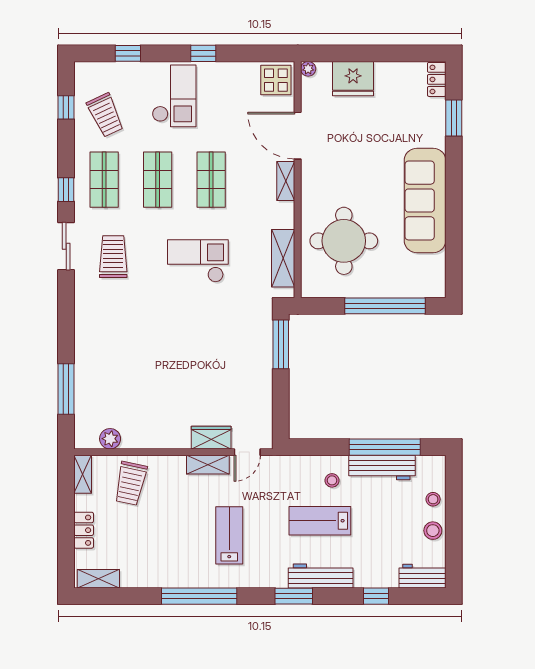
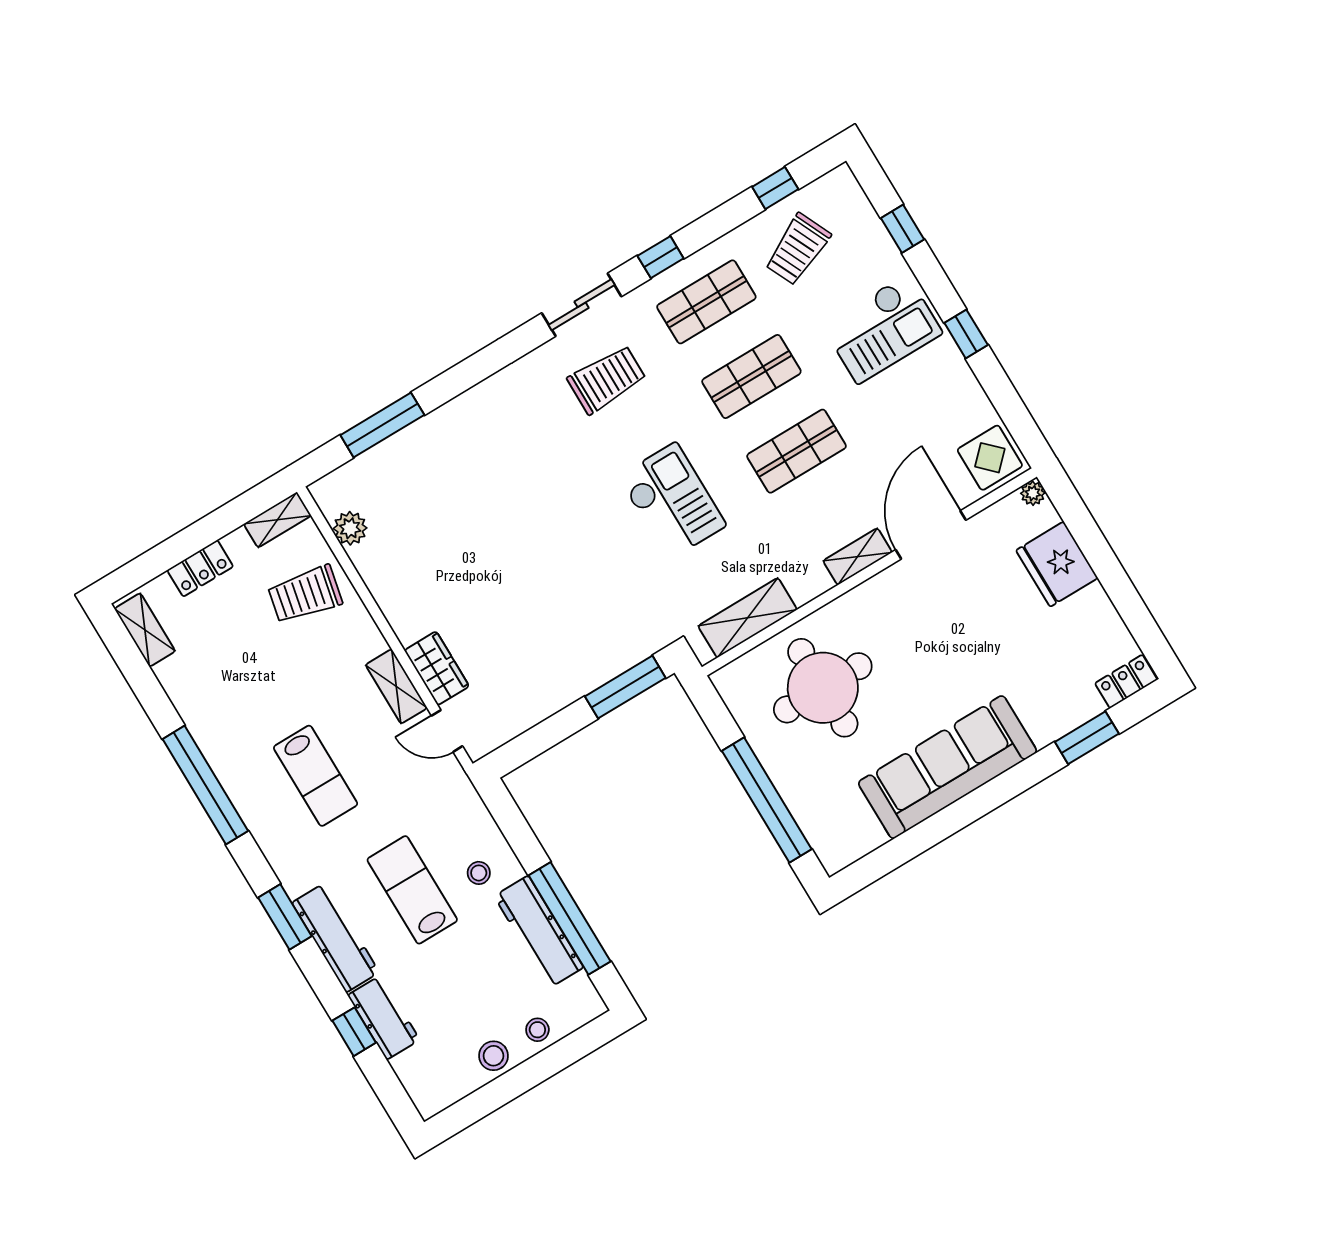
lab bench: (229, 535) -> (316, 776), turned 90
workbench: (422, 576) -> (384, 1018), moved

